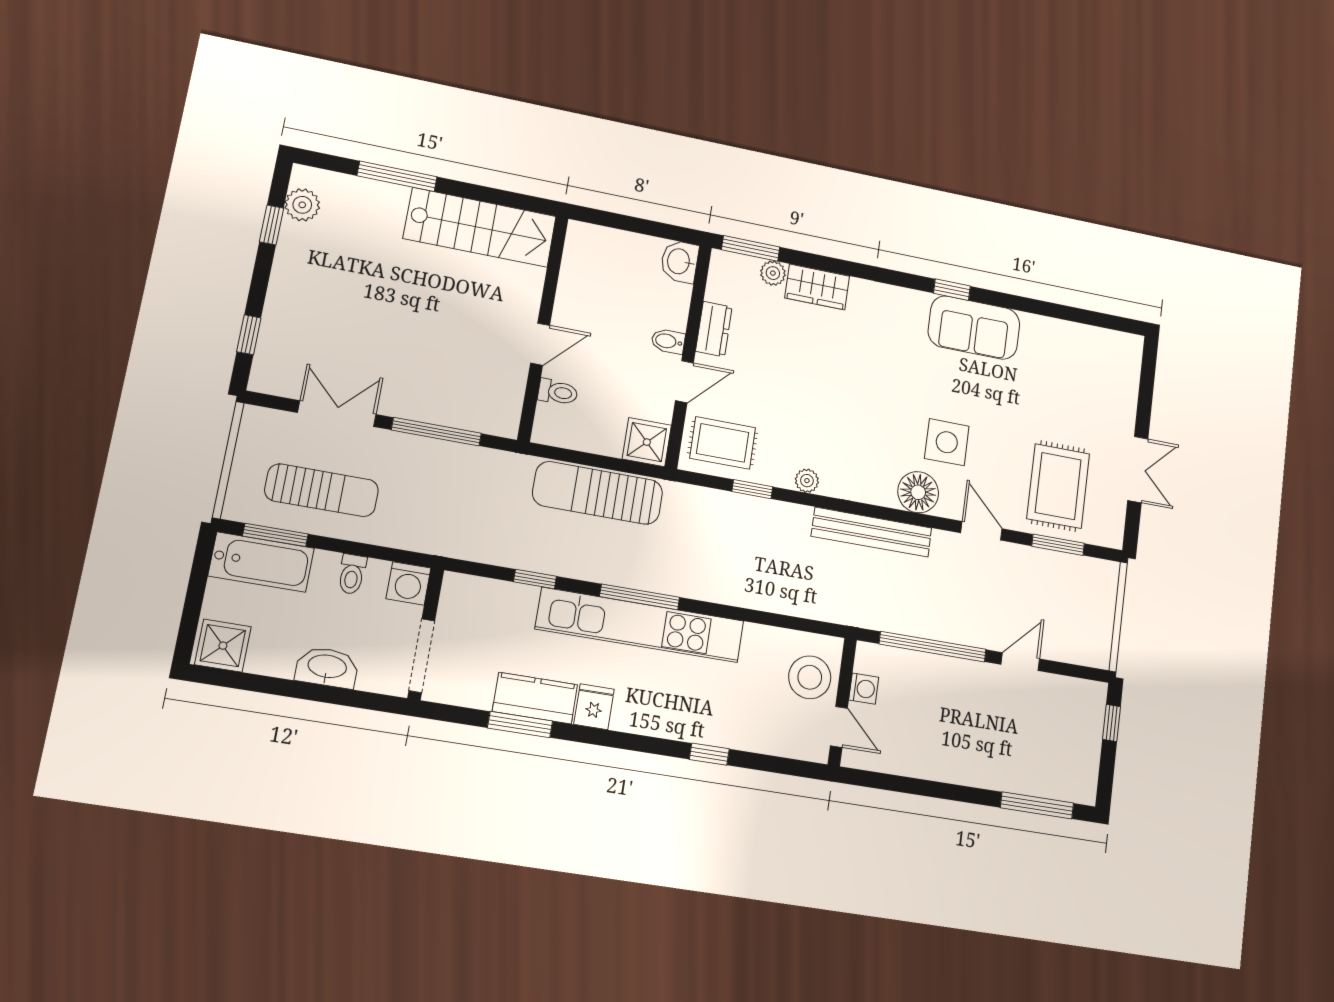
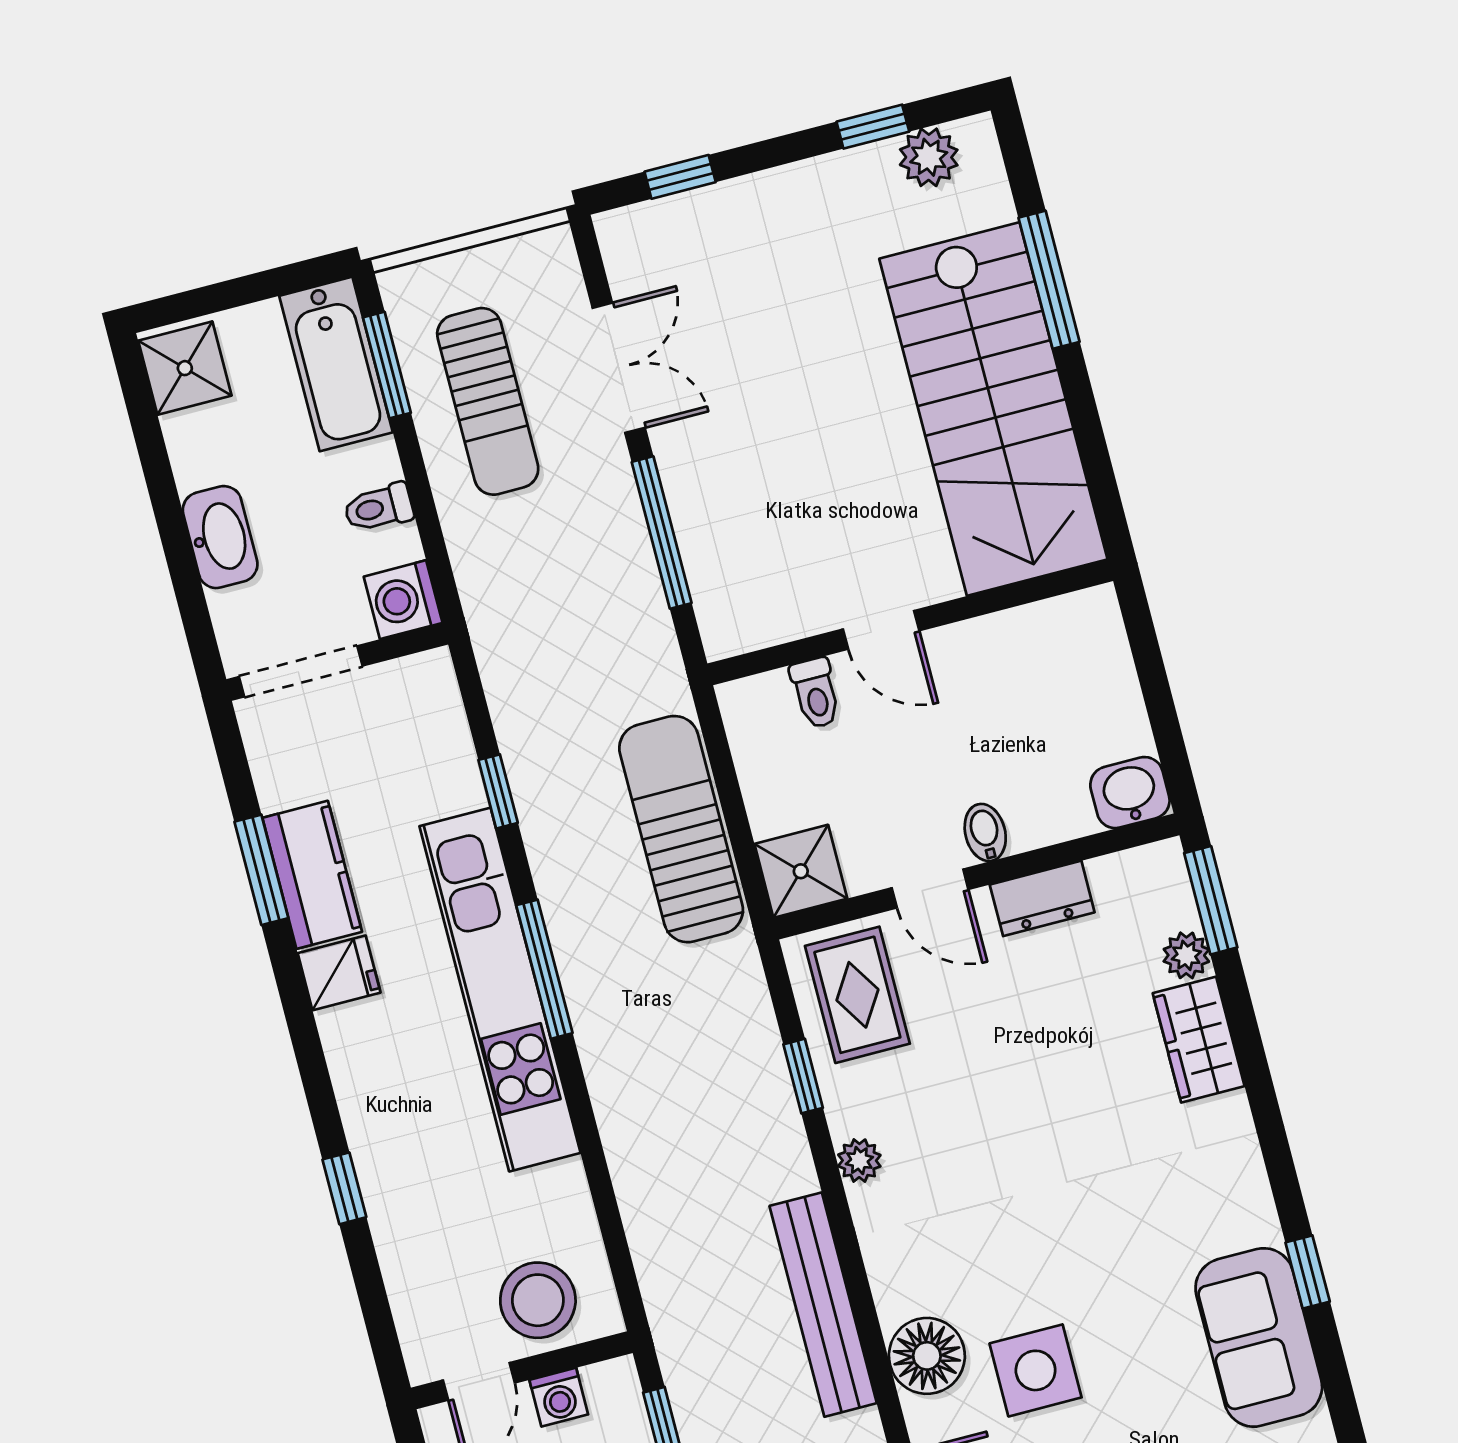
stairs: (480, 227) -> (993, 409), width x1.36, depth x1.51

